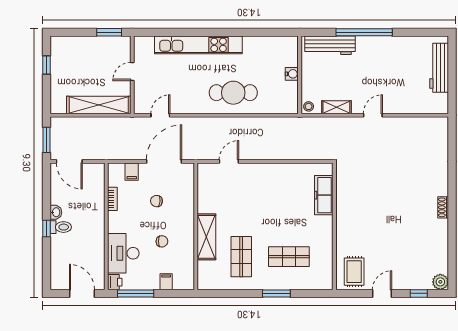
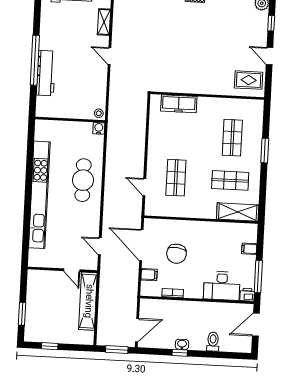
window: (109, 32) -> (22, 314), moved
kitchen unit: (198, 45) -> (39, 195), width x1.36
workbench: (330, 45) -> (46, 73), moved
door: (132, 71) -> (72, 270), moved
water cooler: (292, 74) -> (99, 128), moved
shelving: (336, 107) -> (104, 22), moved
shop shelf: (241, 196) -> (176, 178), added
chair: (156, 201) -> (177, 254), width x1.87, depth x1.87
toilet: (61, 227) -> (213, 342), moved
window: (46, 228) -> (180, 353), moved
shelving: (206, 237) -> (238, 212), moved
chair: (162, 241) -> (213, 251), removed

